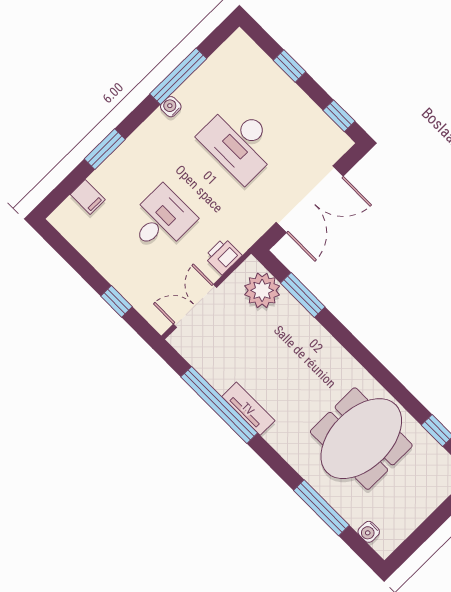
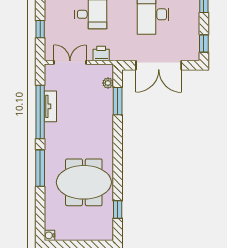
plant: (262, 290) -> (108, 83), width x0.53, depth x0.53
tv unit: (248, 409) -> (50, 106), moved
window: (321, 508) -> (40, 168), moved
water cooler: (369, 532) -> (50, 235), moved

